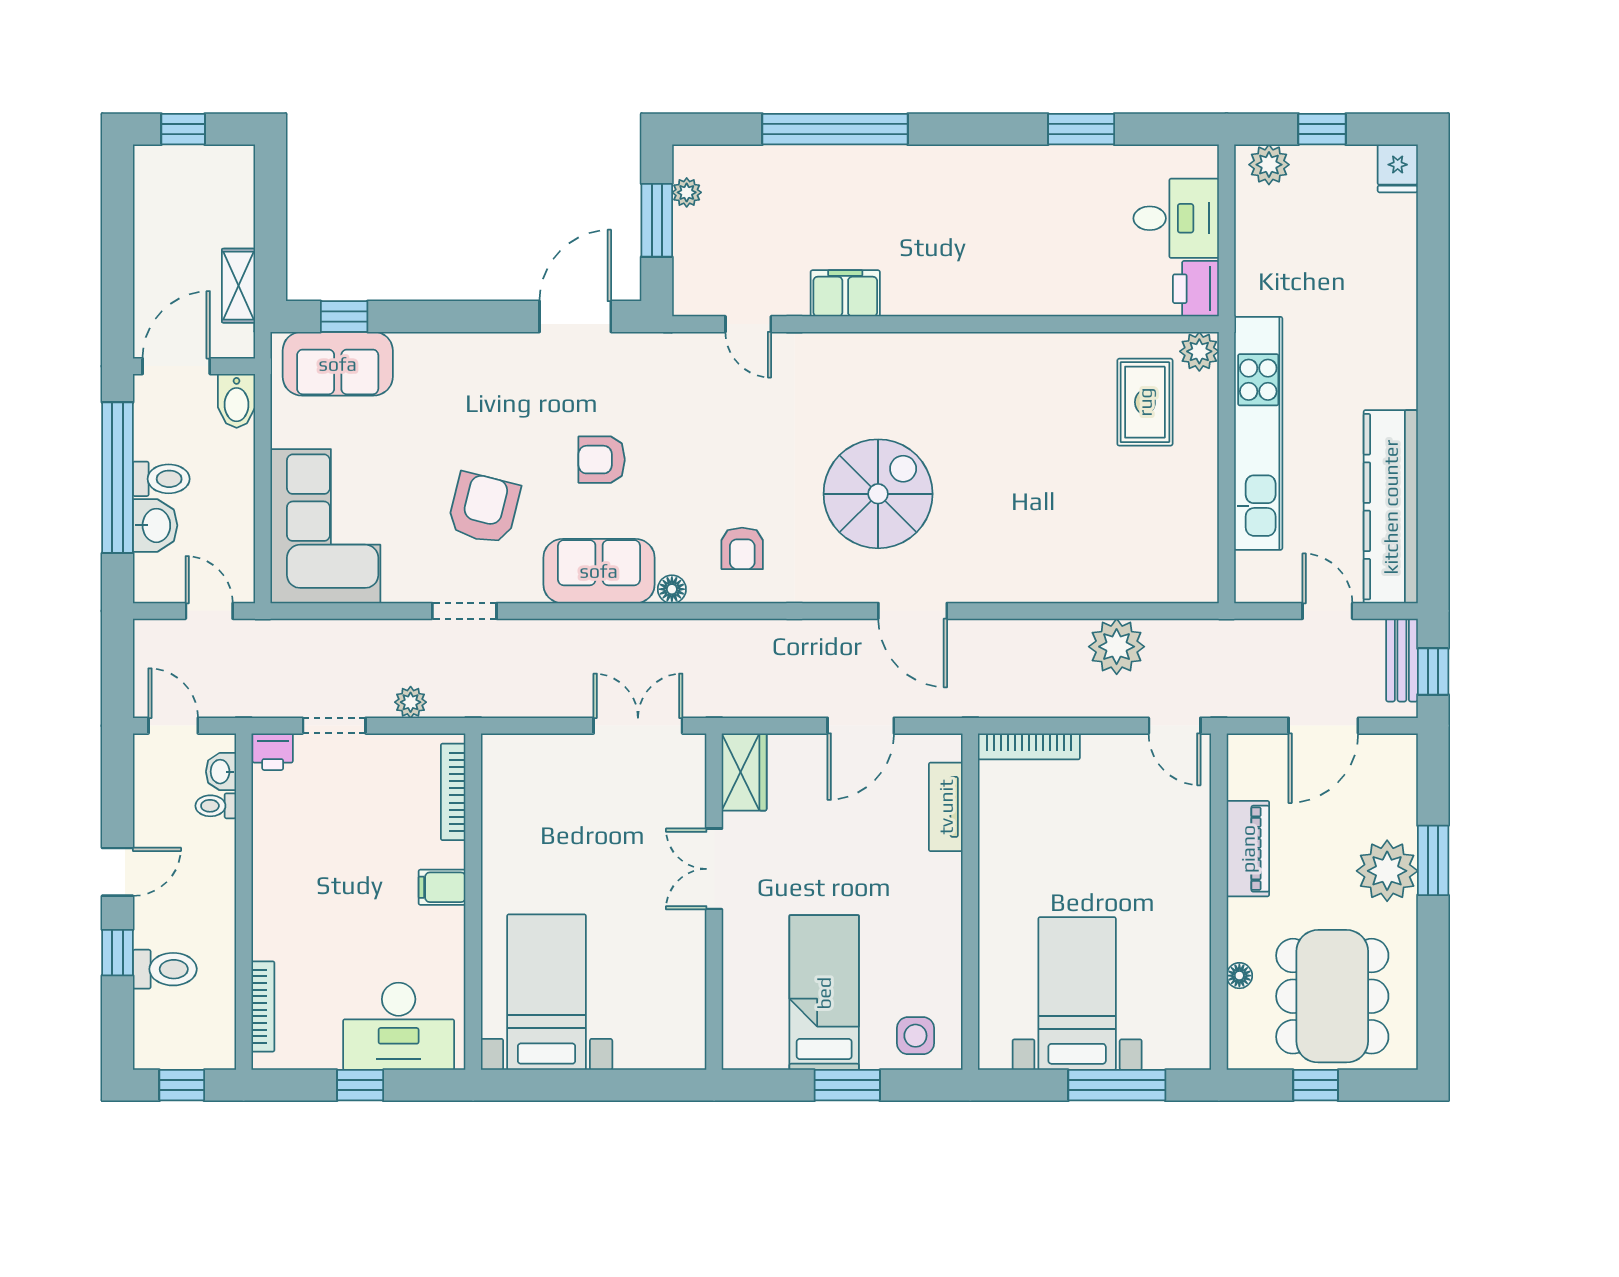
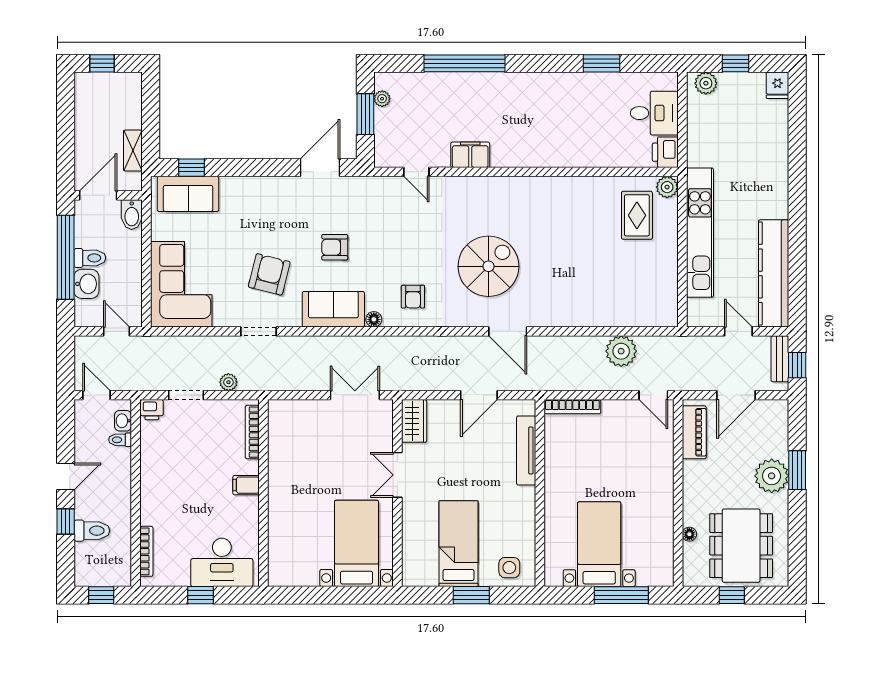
tv unit: (946, 807) -> (526, 450), width x1.41
piano: (1248, 849) -> (694, 432), moved
bed with nightstands: (547, 992) -> (356, 543), moved

